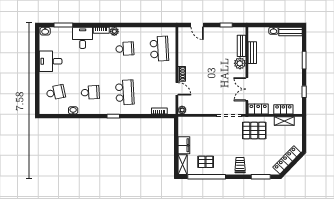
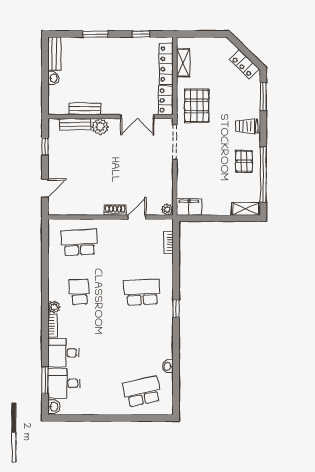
desk: (51, 61) -> (64, 383), moved, turned 90
school desk: (56, 92) -> (142, 391), width x1.85
school desk: (90, 92) -> (142, 342), removed
locker: (283, 109) -> (166, 64), width x1.53
filing cabinet: (184, 145) -> (189, 207), moved
locker: (287, 160) -> (244, 64), width x0.66
pallet: (206, 162) -> (244, 161), moved

